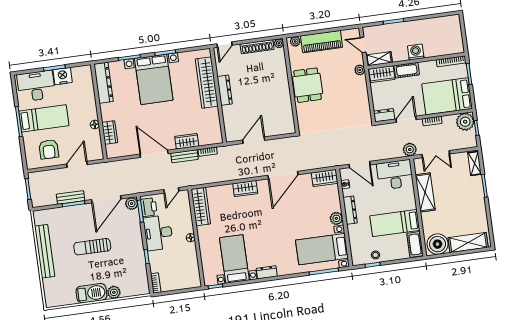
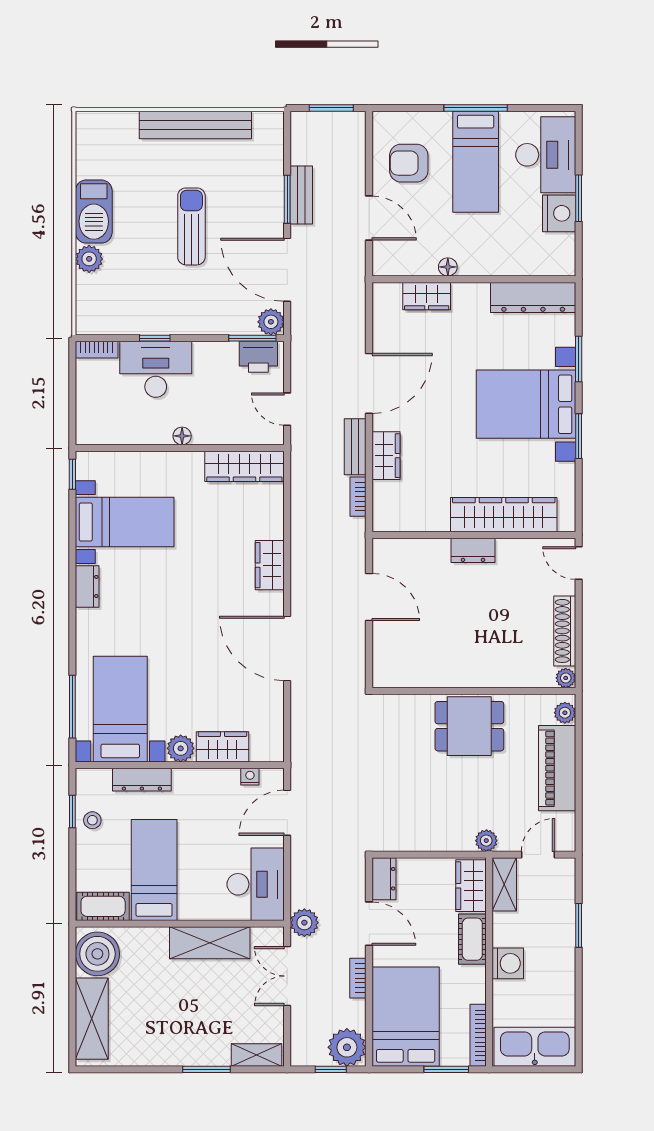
kitchen sink: (453, 34) -> (535, 1047), added
dresser: (225, 90) -> (473, 550), width x0.70
wardrobe: (324, 178) -> (222, 747), moved, turned 90
dresser: (350, 210) -> (142, 780), moved
desk: (158, 233) -> (156, 369), moved

